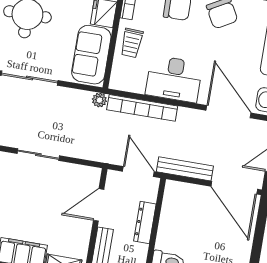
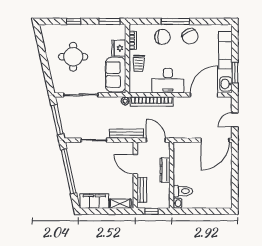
door: (228, 112) -> (204, 95), hinge flipped
bench: (185, 169) -> (126, 134), moved
door: (234, 188) -> (215, 140), hinge flipped
door: (99, 205) -> (135, 164), hinge flipped

